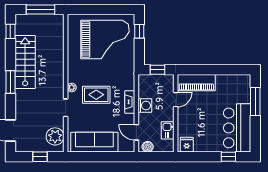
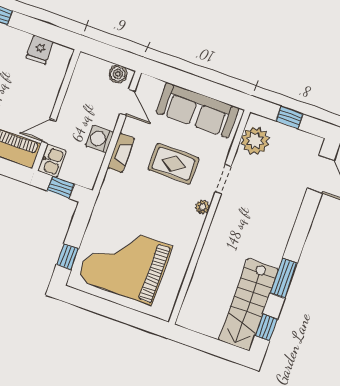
window: (40, 10) -> (208, 344), removed
stairs: (25, 62) -> (249, 305), moved
window: (10, 82) -> (284, 278), moved
rug: (96, 95) -> (173, 164), moved
kitchen sink: (168, 130) -> (52, 161), moved
fridge: (187, 145) -> (40, 50), moved

